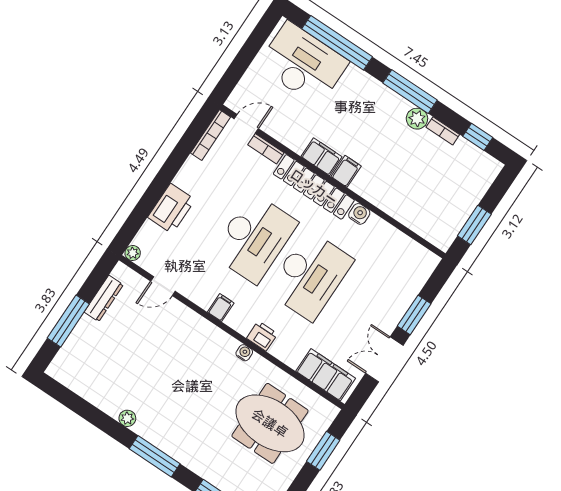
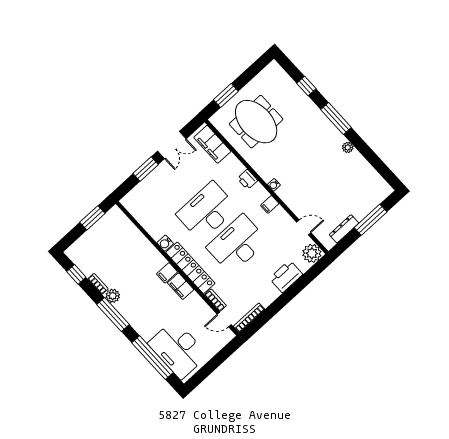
plant: (133, 253) -> (312, 253), width x1.87, depth x1.87
water cooler: (244, 353) -> (274, 185), moved

